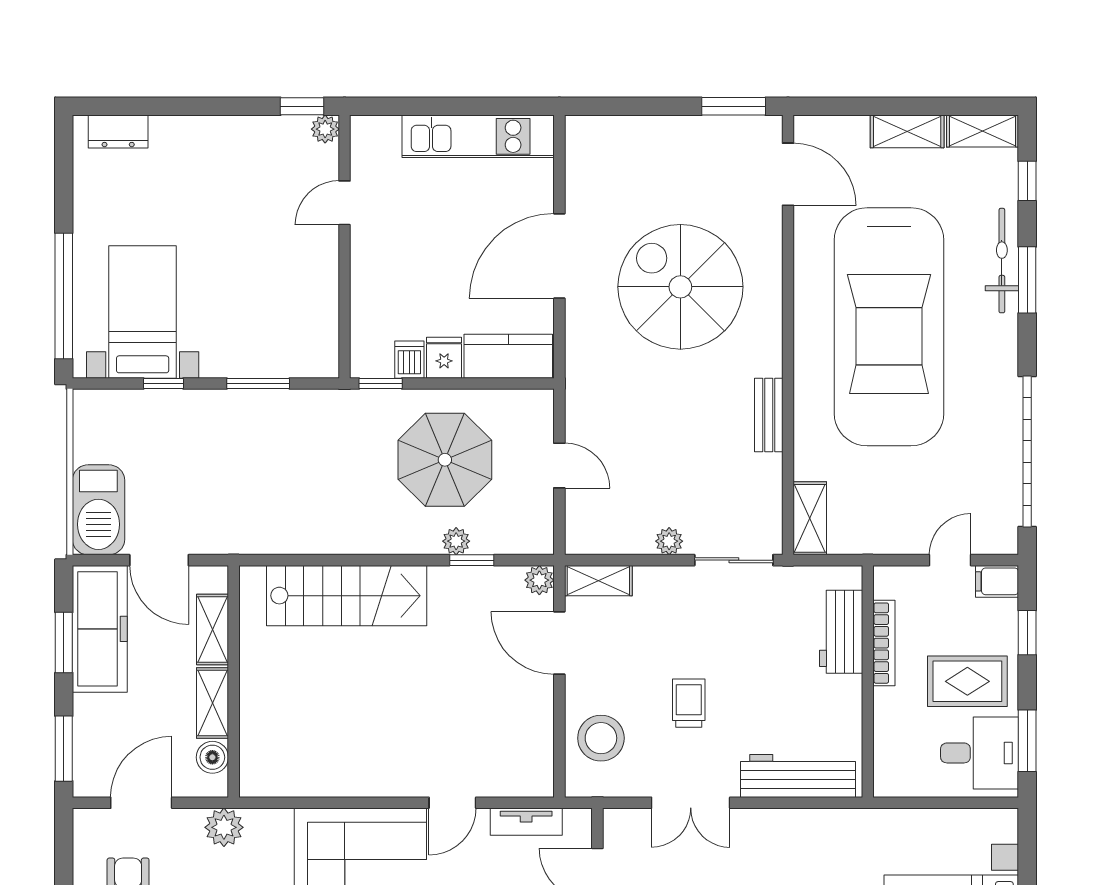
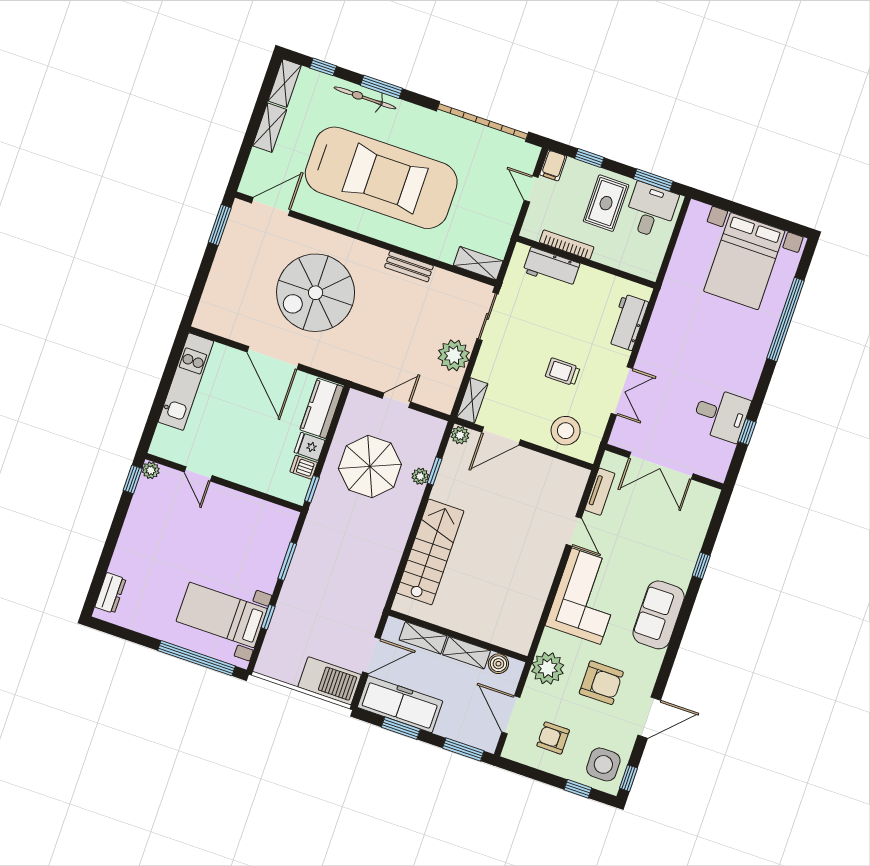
plant: (669, 541) -> (454, 355), width x1.87, depth x1.87
workbench: (798, 776) -> (628, 322), width x0.73
plant: (224, 827) -> (548, 668), width x1.36, depth x1.36

